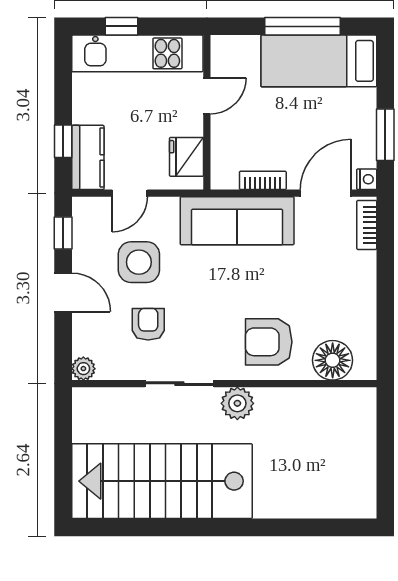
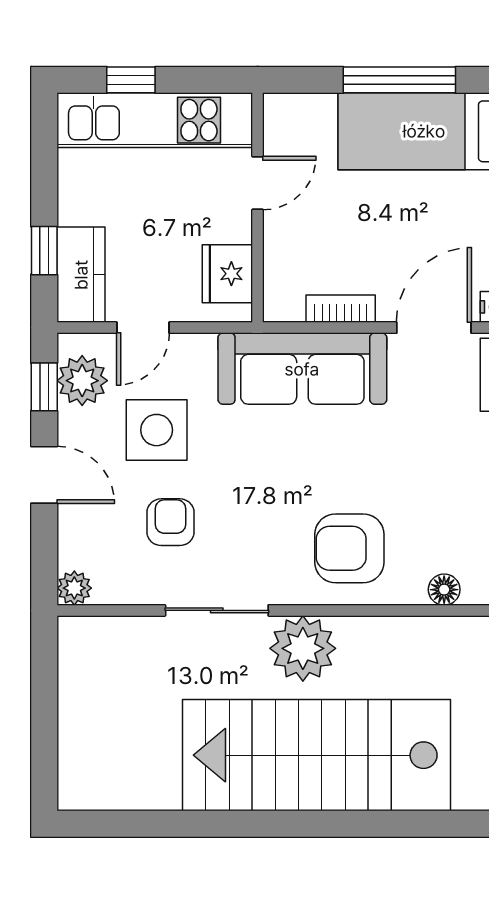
plant: (89, 229) -> (82, 381), added
floor lamp: (333, 360) -> (444, 590), width x0.53, depth x0.53
plant: (237, 403) -> (303, 648), width x1.36, depth x1.36
stairs: (162, 481) -> (316, 755), moved

